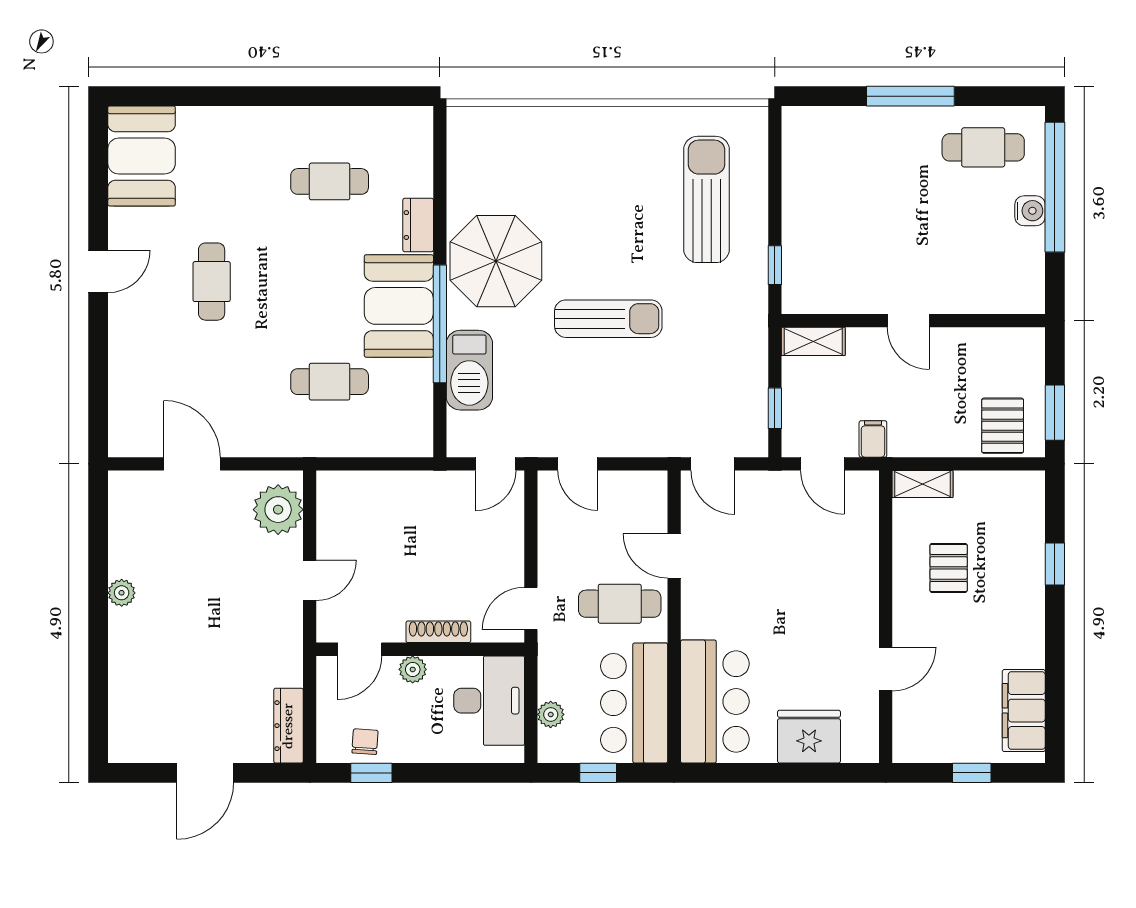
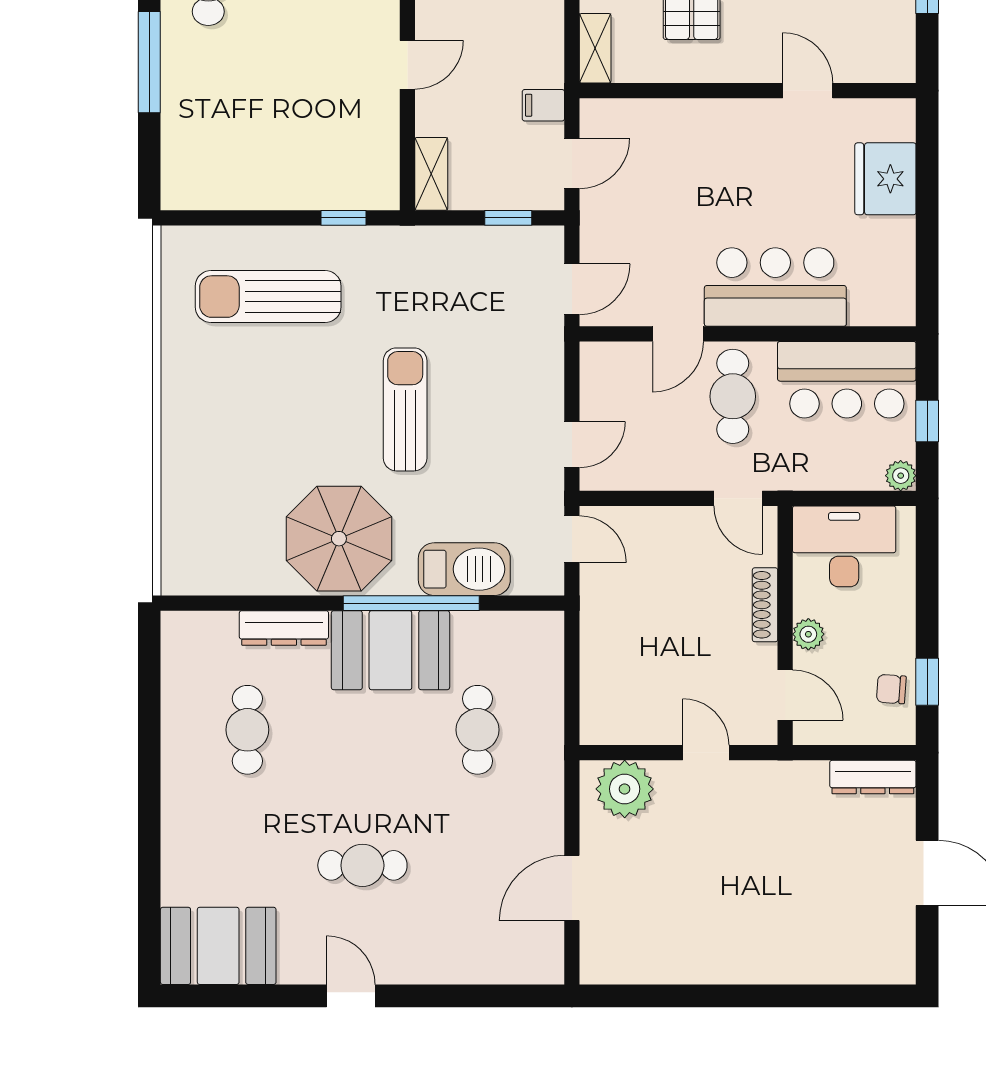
dresser: (418, 225) -> (284, 628), width x1.44
plant: (122, 593) -> (720, 969), removed
bar counter: (715, 702) -> (775, 287), moved
plant: (551, 714) -> (901, 476), moved

